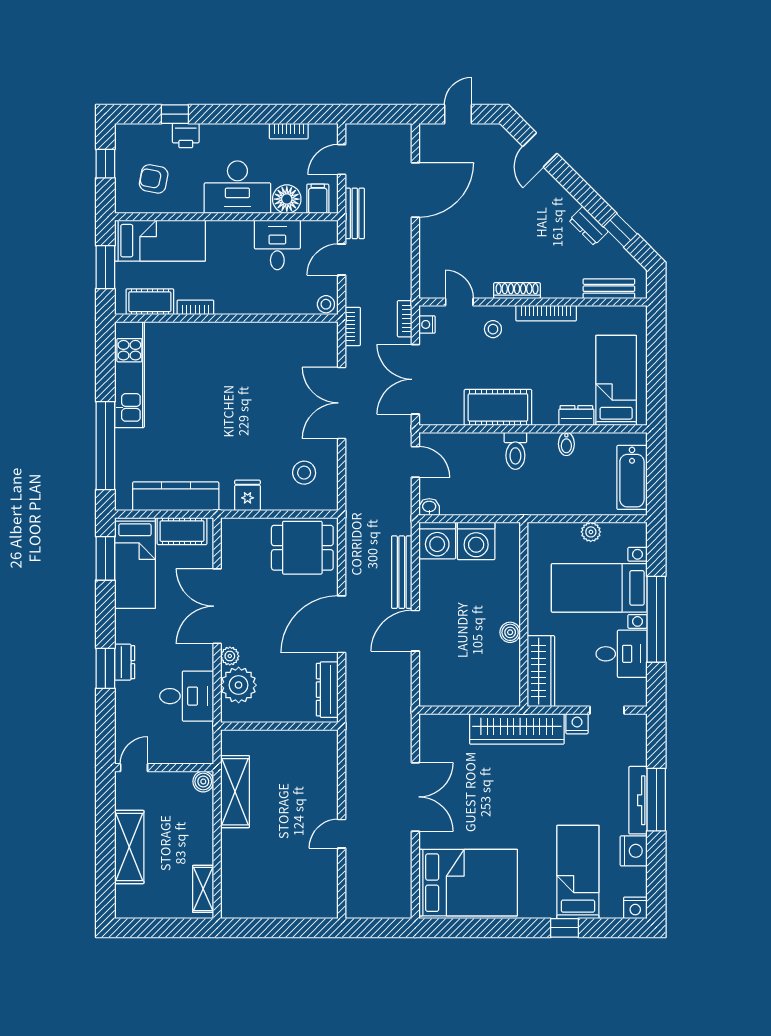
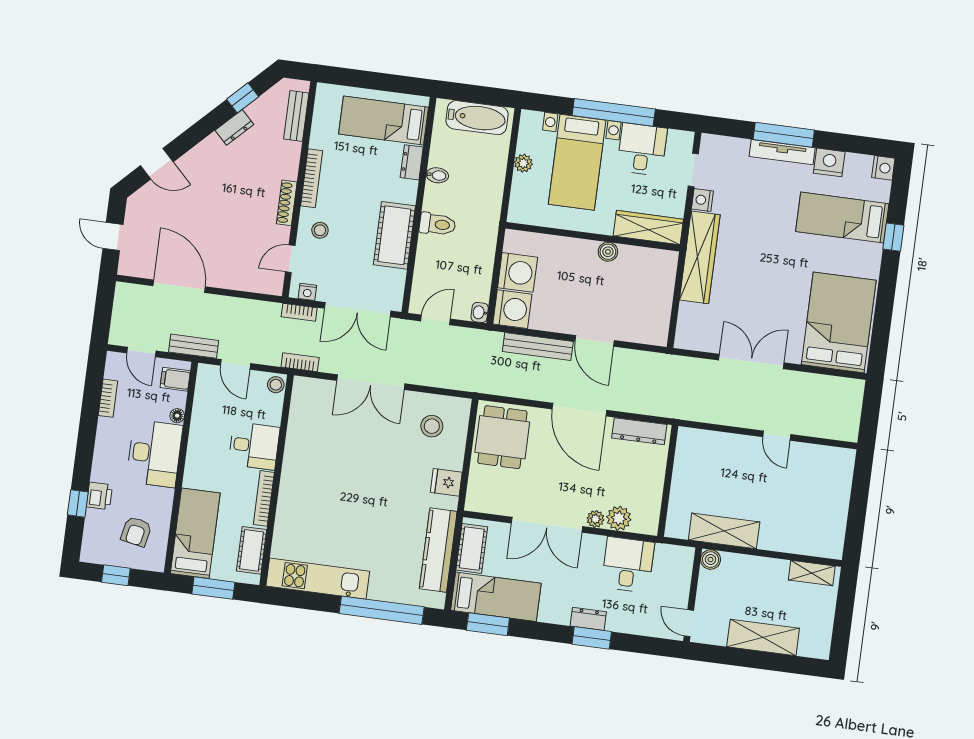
floor lamp: (287, 199) -> (177, 416), width x0.53, depth x0.53
desk: (277, 245) -> (254, 446), moved, turned 180
bookcase: (195, 307) -> (264, 498), width x1.56
plant: (239, 685) -> (619, 518), width x0.73, depth x0.73

